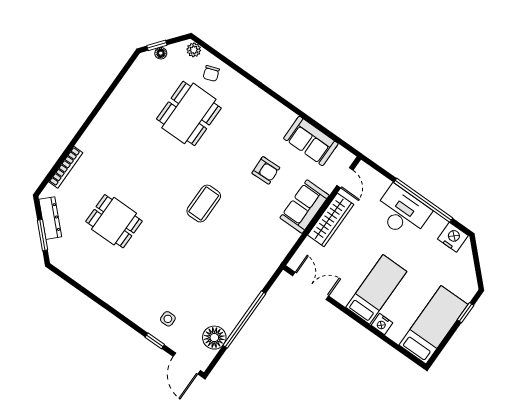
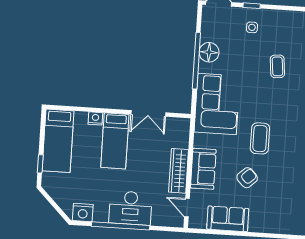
armchair: (266, 170) -> (247, 178), turned 139
coffee table: (204, 204) -> (260, 138), moved
corner sofa: (250, 263) -> (217, 104), added
coffee table: (166, 264) -> (277, 66), added
double door: (311, 286) -> (148, 113), moved
floor lamp: (214, 338) -> (209, 52), moved

